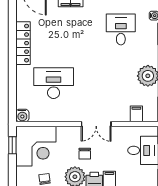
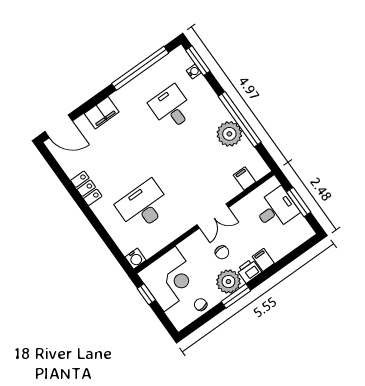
locker: (23, 43) -> (86, 188), width x0.66

